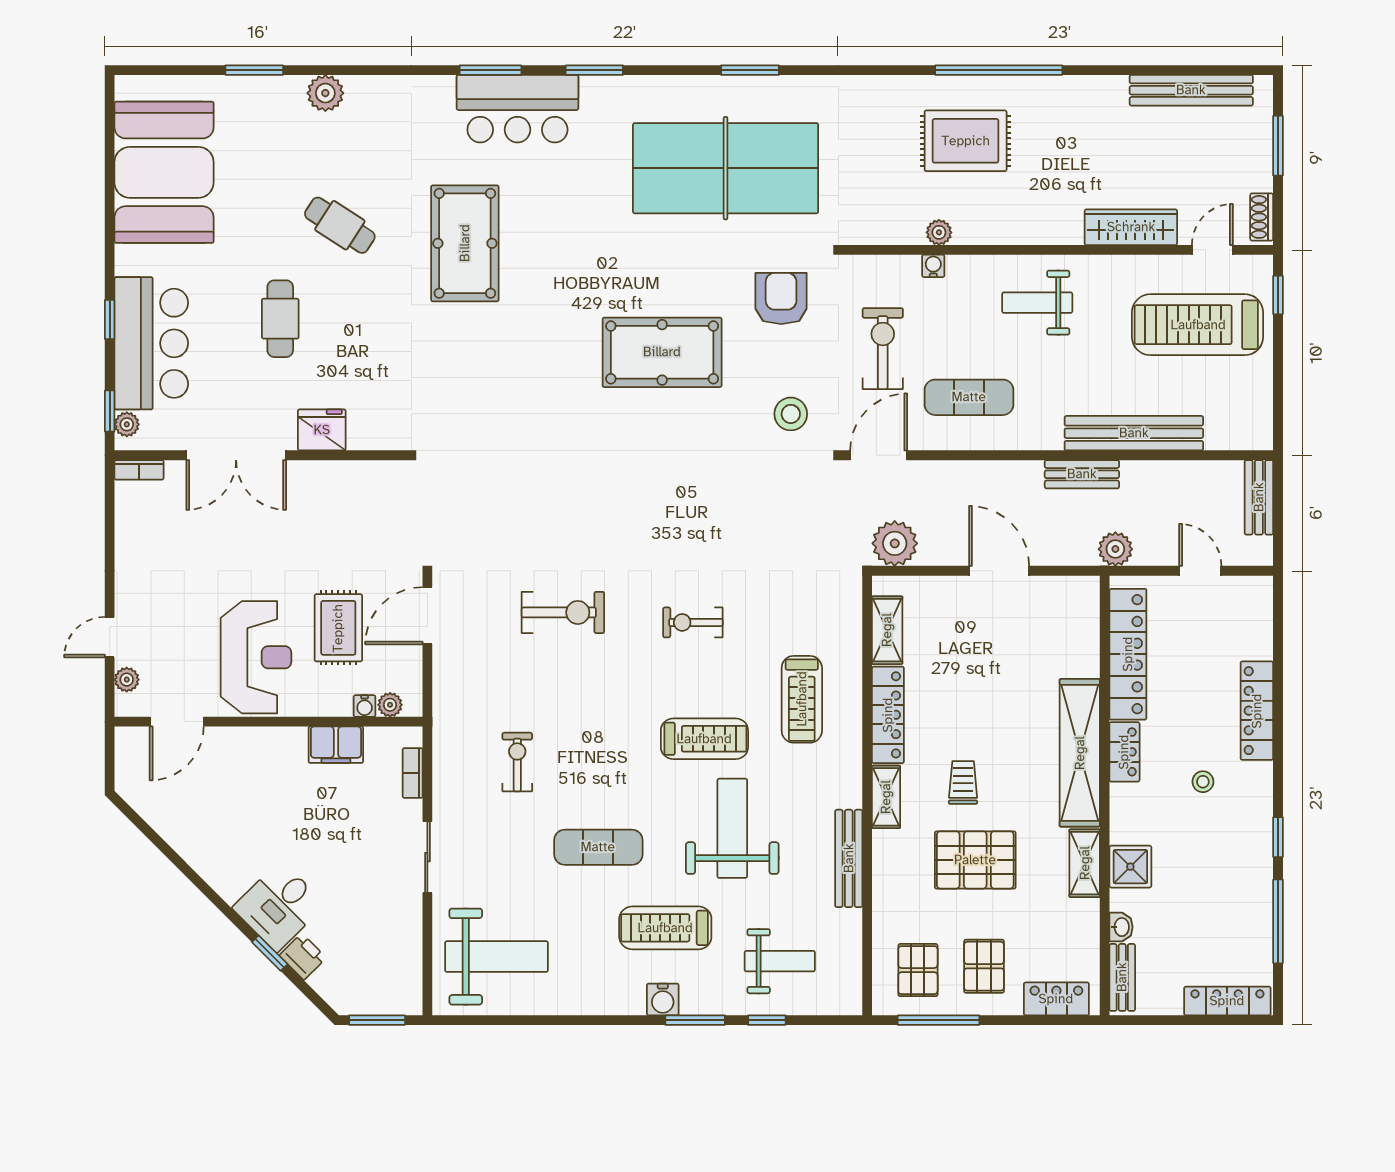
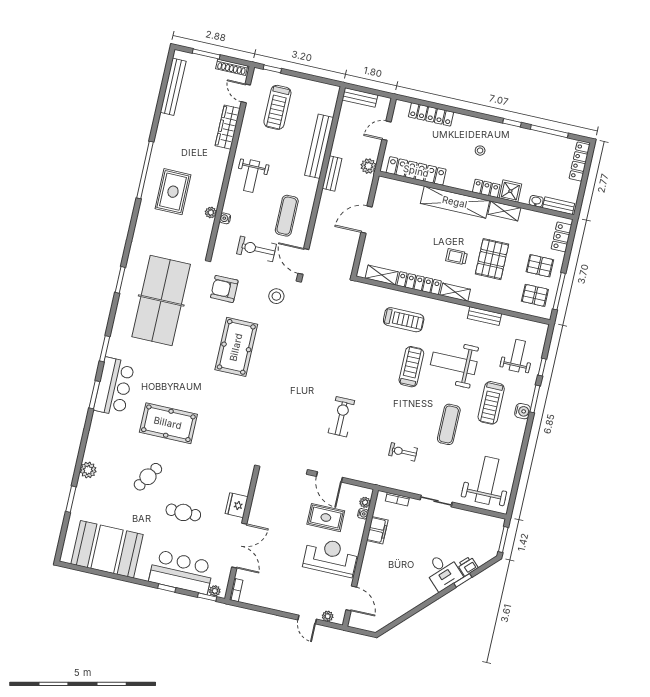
shoe rack: (1262, 217) -> (232, 67), width x1.43
treadmill: (1198, 325) -> (277, 107), width x0.73, depth x0.73
plant: (895, 543) -> (344, 263), removed
exercise bike: (693, 622) -> (359, 360), removed
locker: (1257, 711) -> (431, 114), moved
locker: (1124, 752) -> (486, 188), moved
bench: (849, 858) -> (484, 316), width x0.73

